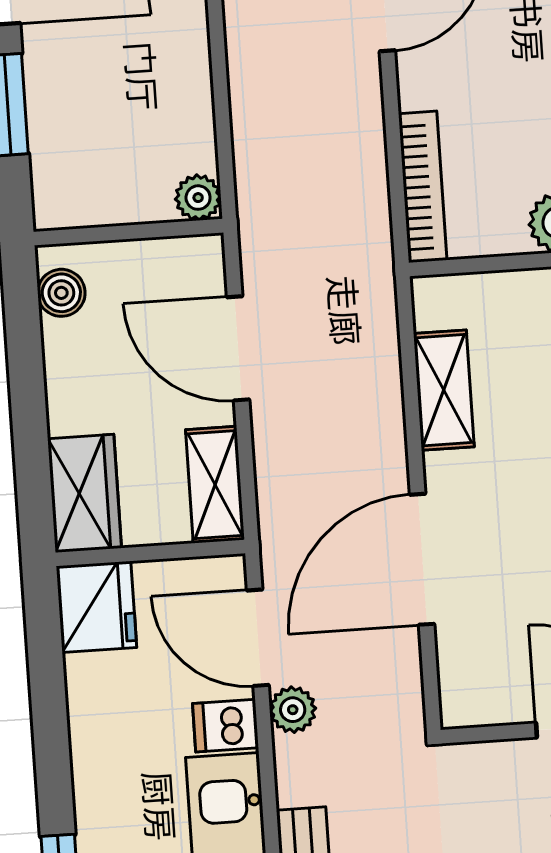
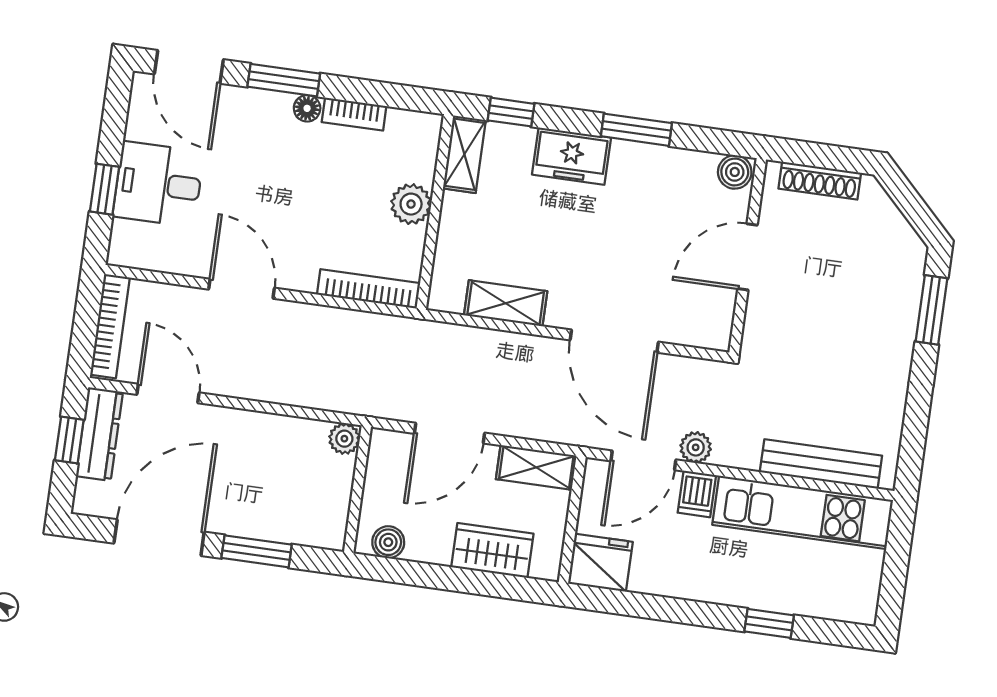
wardrobe: (84, 493) -> (492, 550), moved

